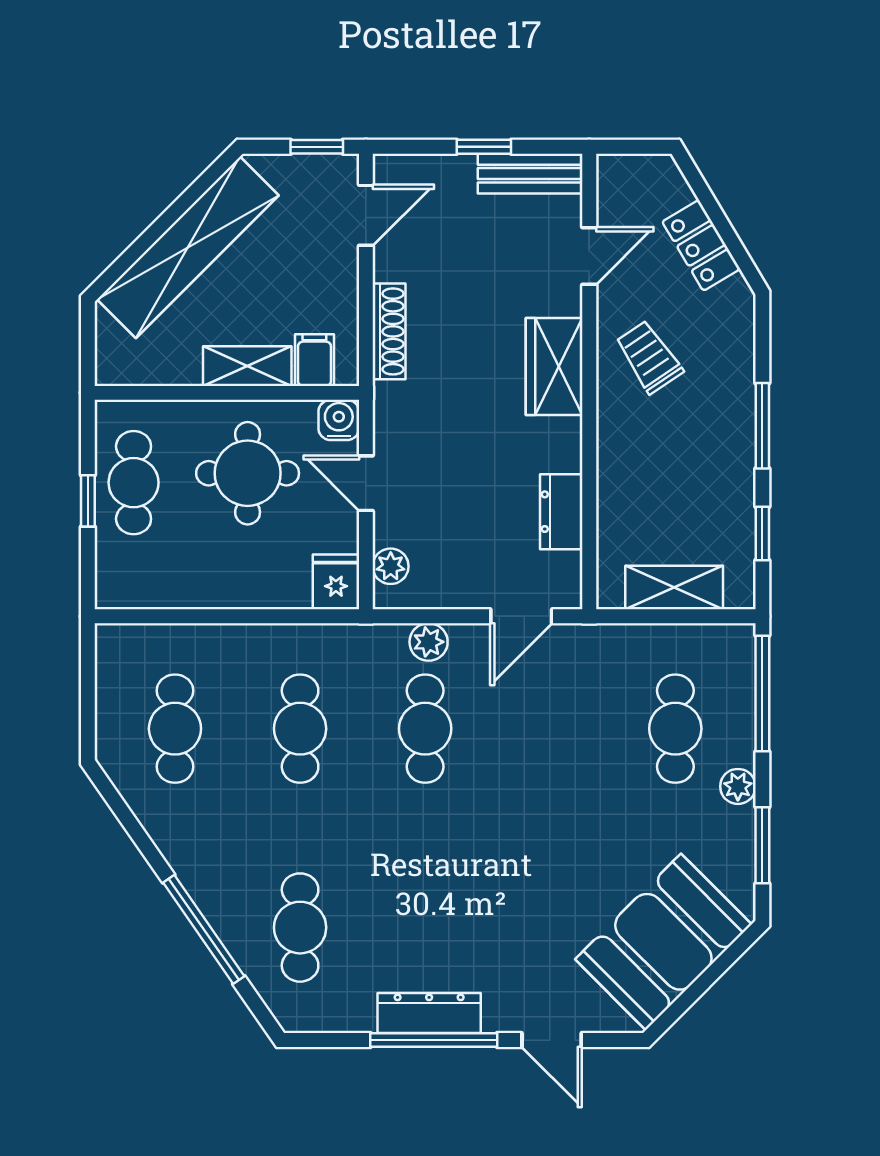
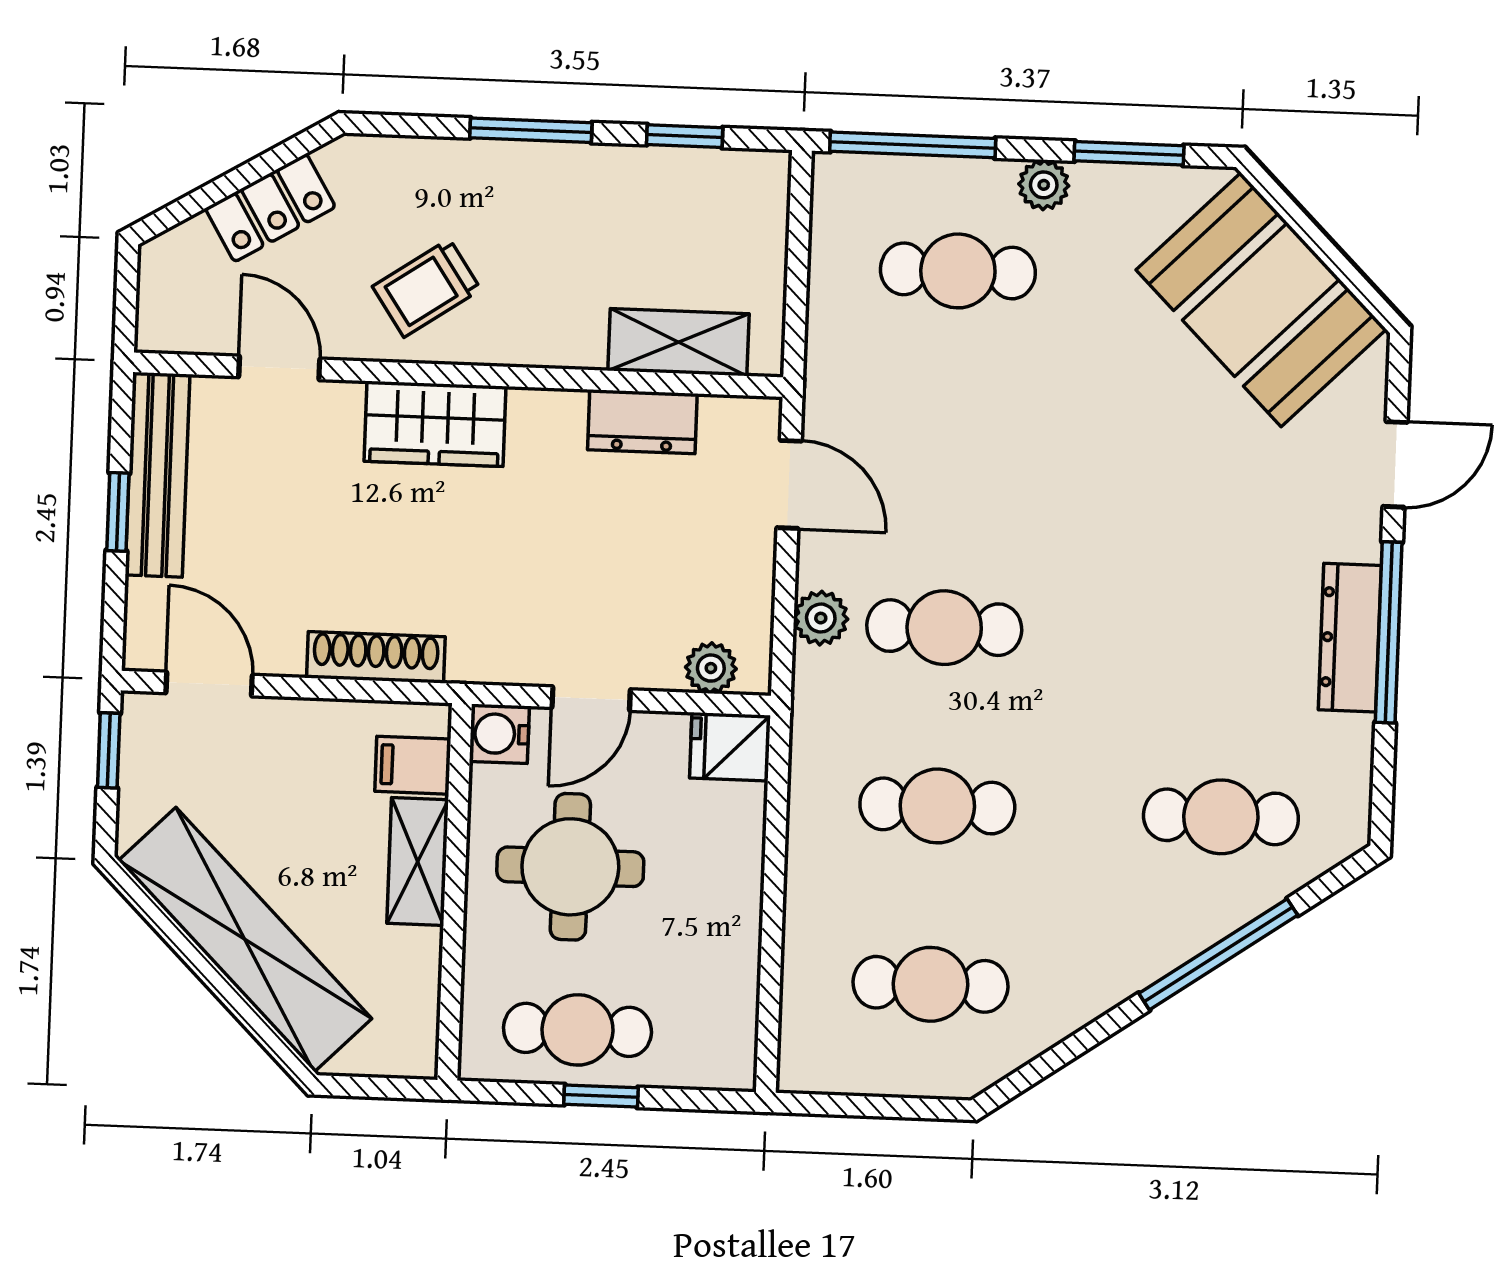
bench: (530, 174) -> (158, 475), width x1.36
shelving: (674, 587) -> (678, 342), moved, turned 90

